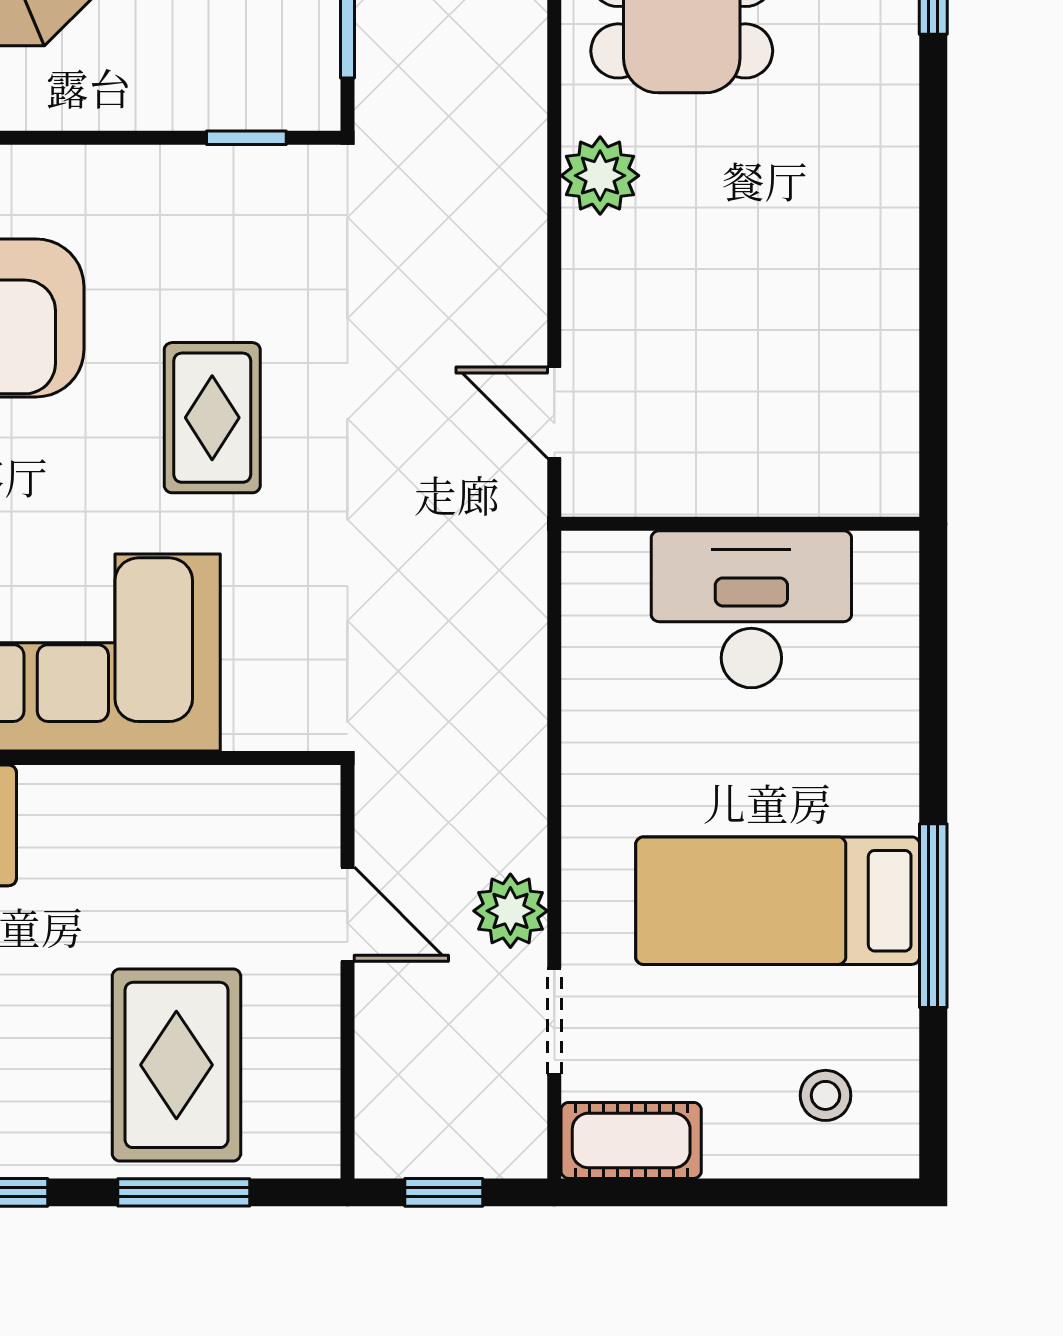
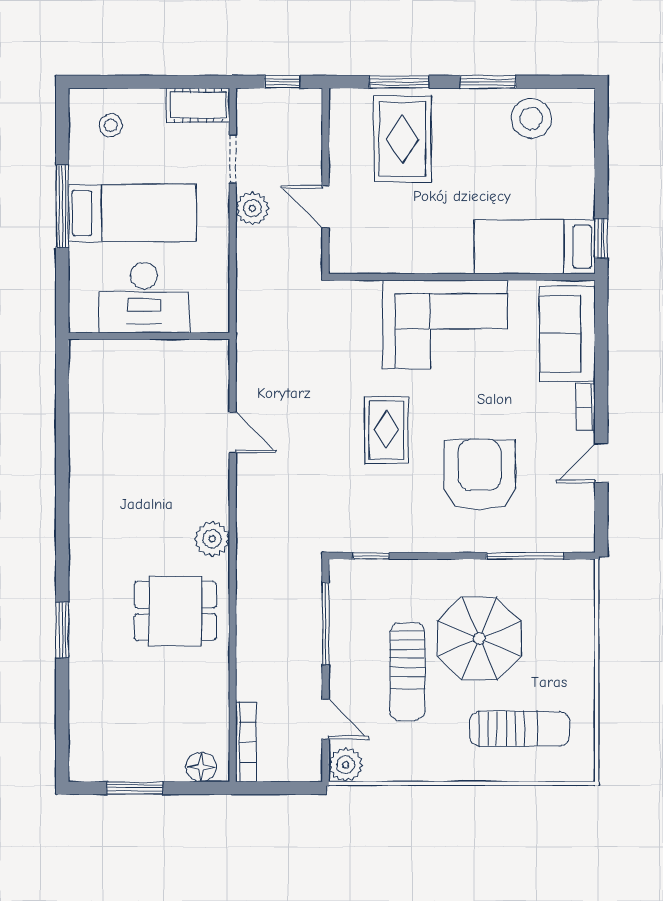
wall: (740, 524) -> (149, 336), moved
desk: (751, 609) -> (144, 297), moved

